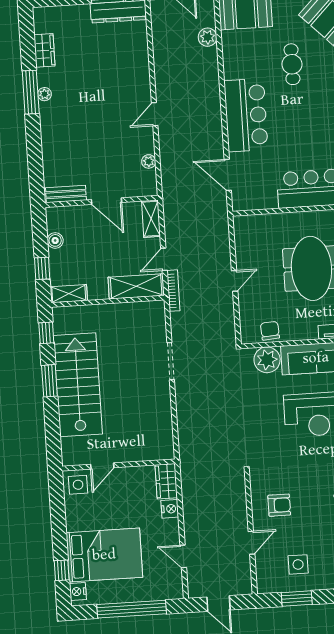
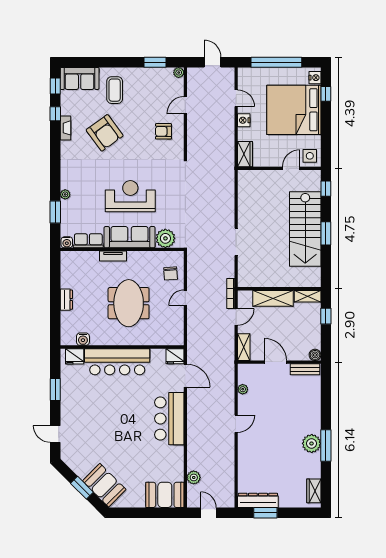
wardrobe: (44, 50) -> (314, 491), moved
cafe table: (292, 64) -> (133, 454), removed
plant: (45, 94) -> (312, 443), width x1.88, depth x1.88
fridge: (244, 200) -> (175, 356), added
boiler: (55, 240) -> (315, 355), moved
shelving: (136, 286) -> (273, 298), moved
chair: (270, 331) -> (171, 273), moved
window: (46, 333) -> (326, 189), moved
nightstand: (170, 509) -> (244, 120), moved
bed: (104, 555) -> (294, 110), width x1.36
side table: (298, 564) -> (152, 87), removed
plant: (264, 586) -> (179, 73), added

